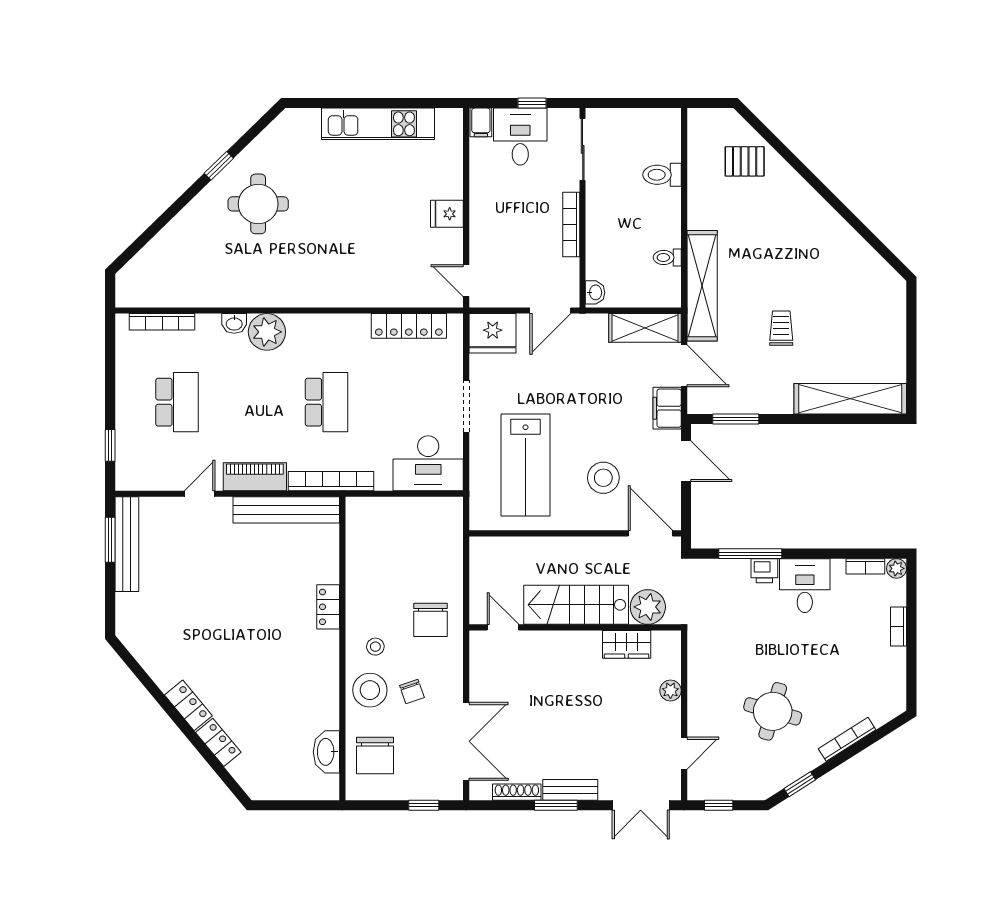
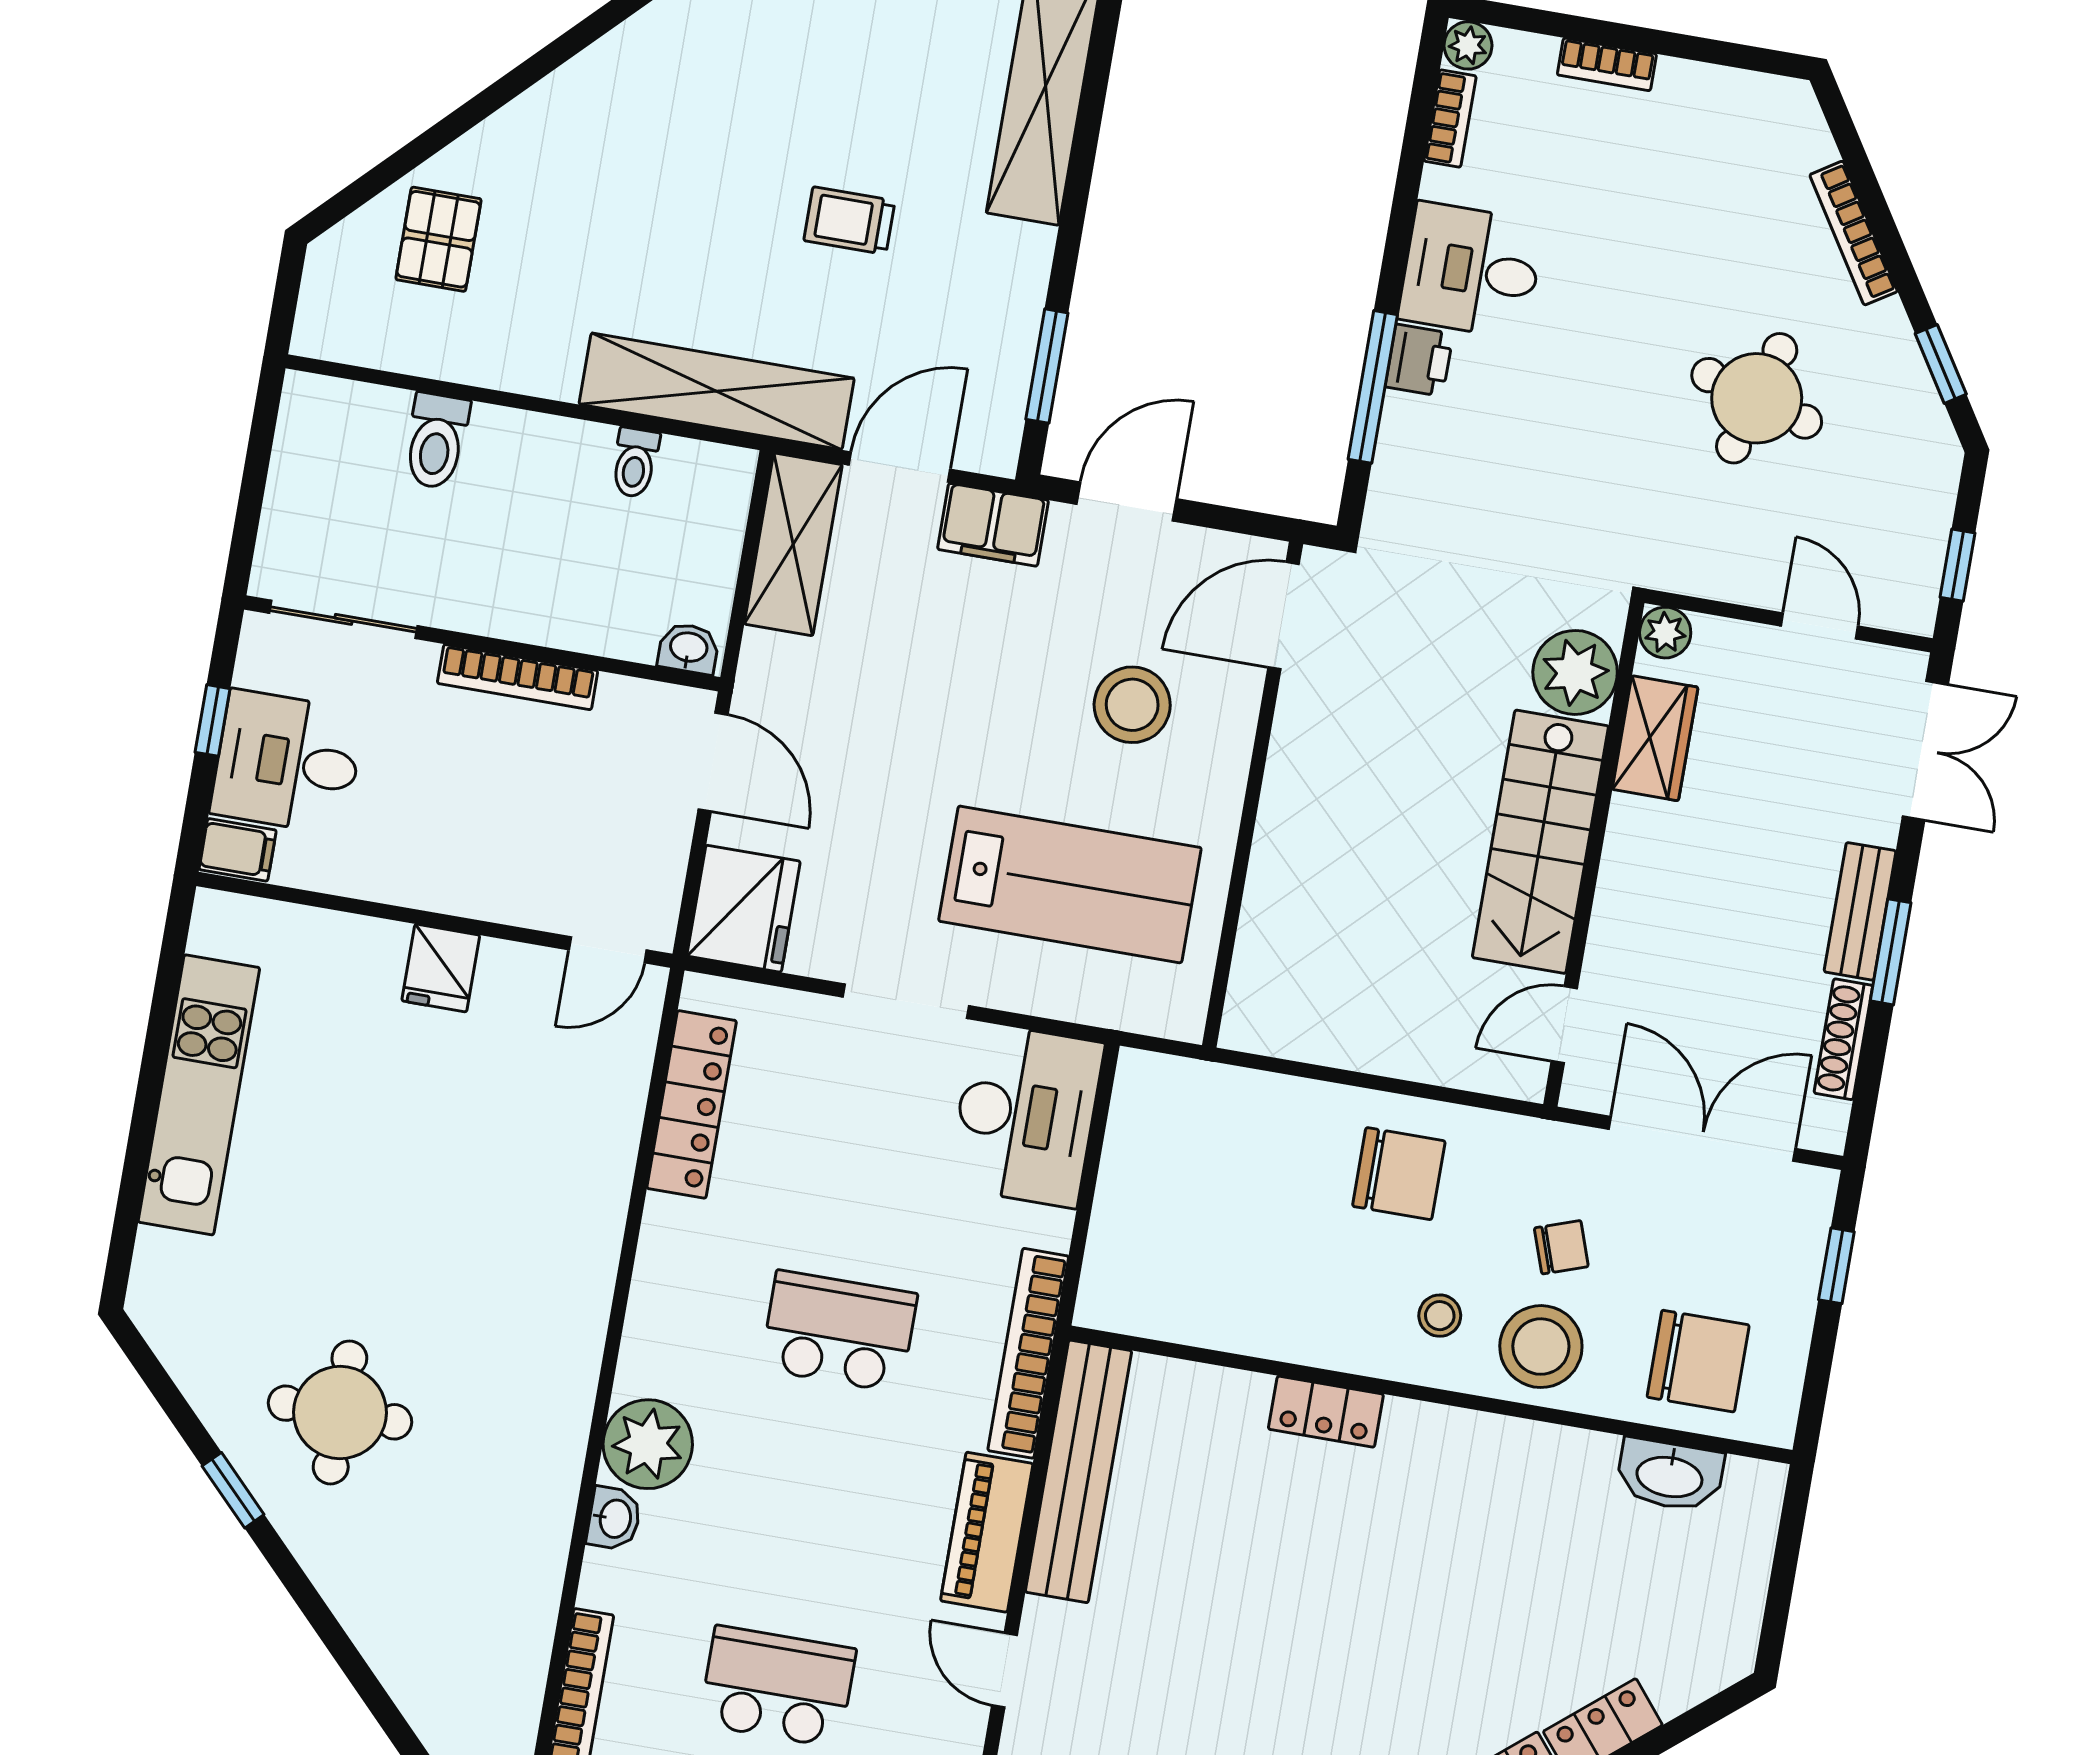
stairs: (576, 605) -> (1540, 842), moved
plant: (648, 607) -> (1575, 672), moved
door: (503, 627) -> (1564, 1025), moved
wall: (575, 627) -> (1594, 854), moved
wardrobe: (627, 644) -> (1655, 738), moved

